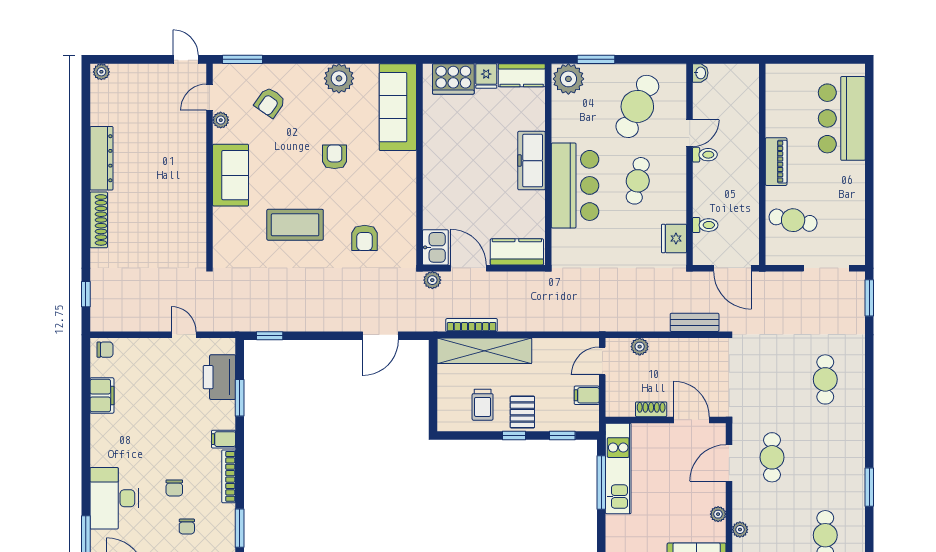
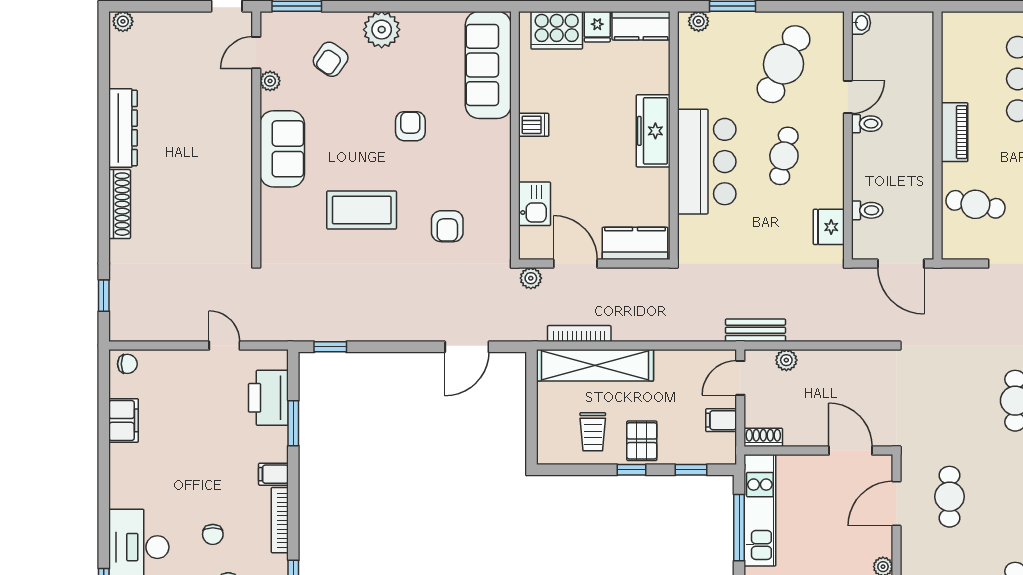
plant: (339, 78) -> (382, 30), moved
plant: (568, 79) -> (699, 21), width x0.53, depth x0.53
dishwasher: (435, 156) -> (534, 125), added
kitchen sink: (435, 247) -> (535, 204), moved
bench: (695, 322) -> (755, 330), moved
shoe rack: (651, 409) -> (763, 437), moved

